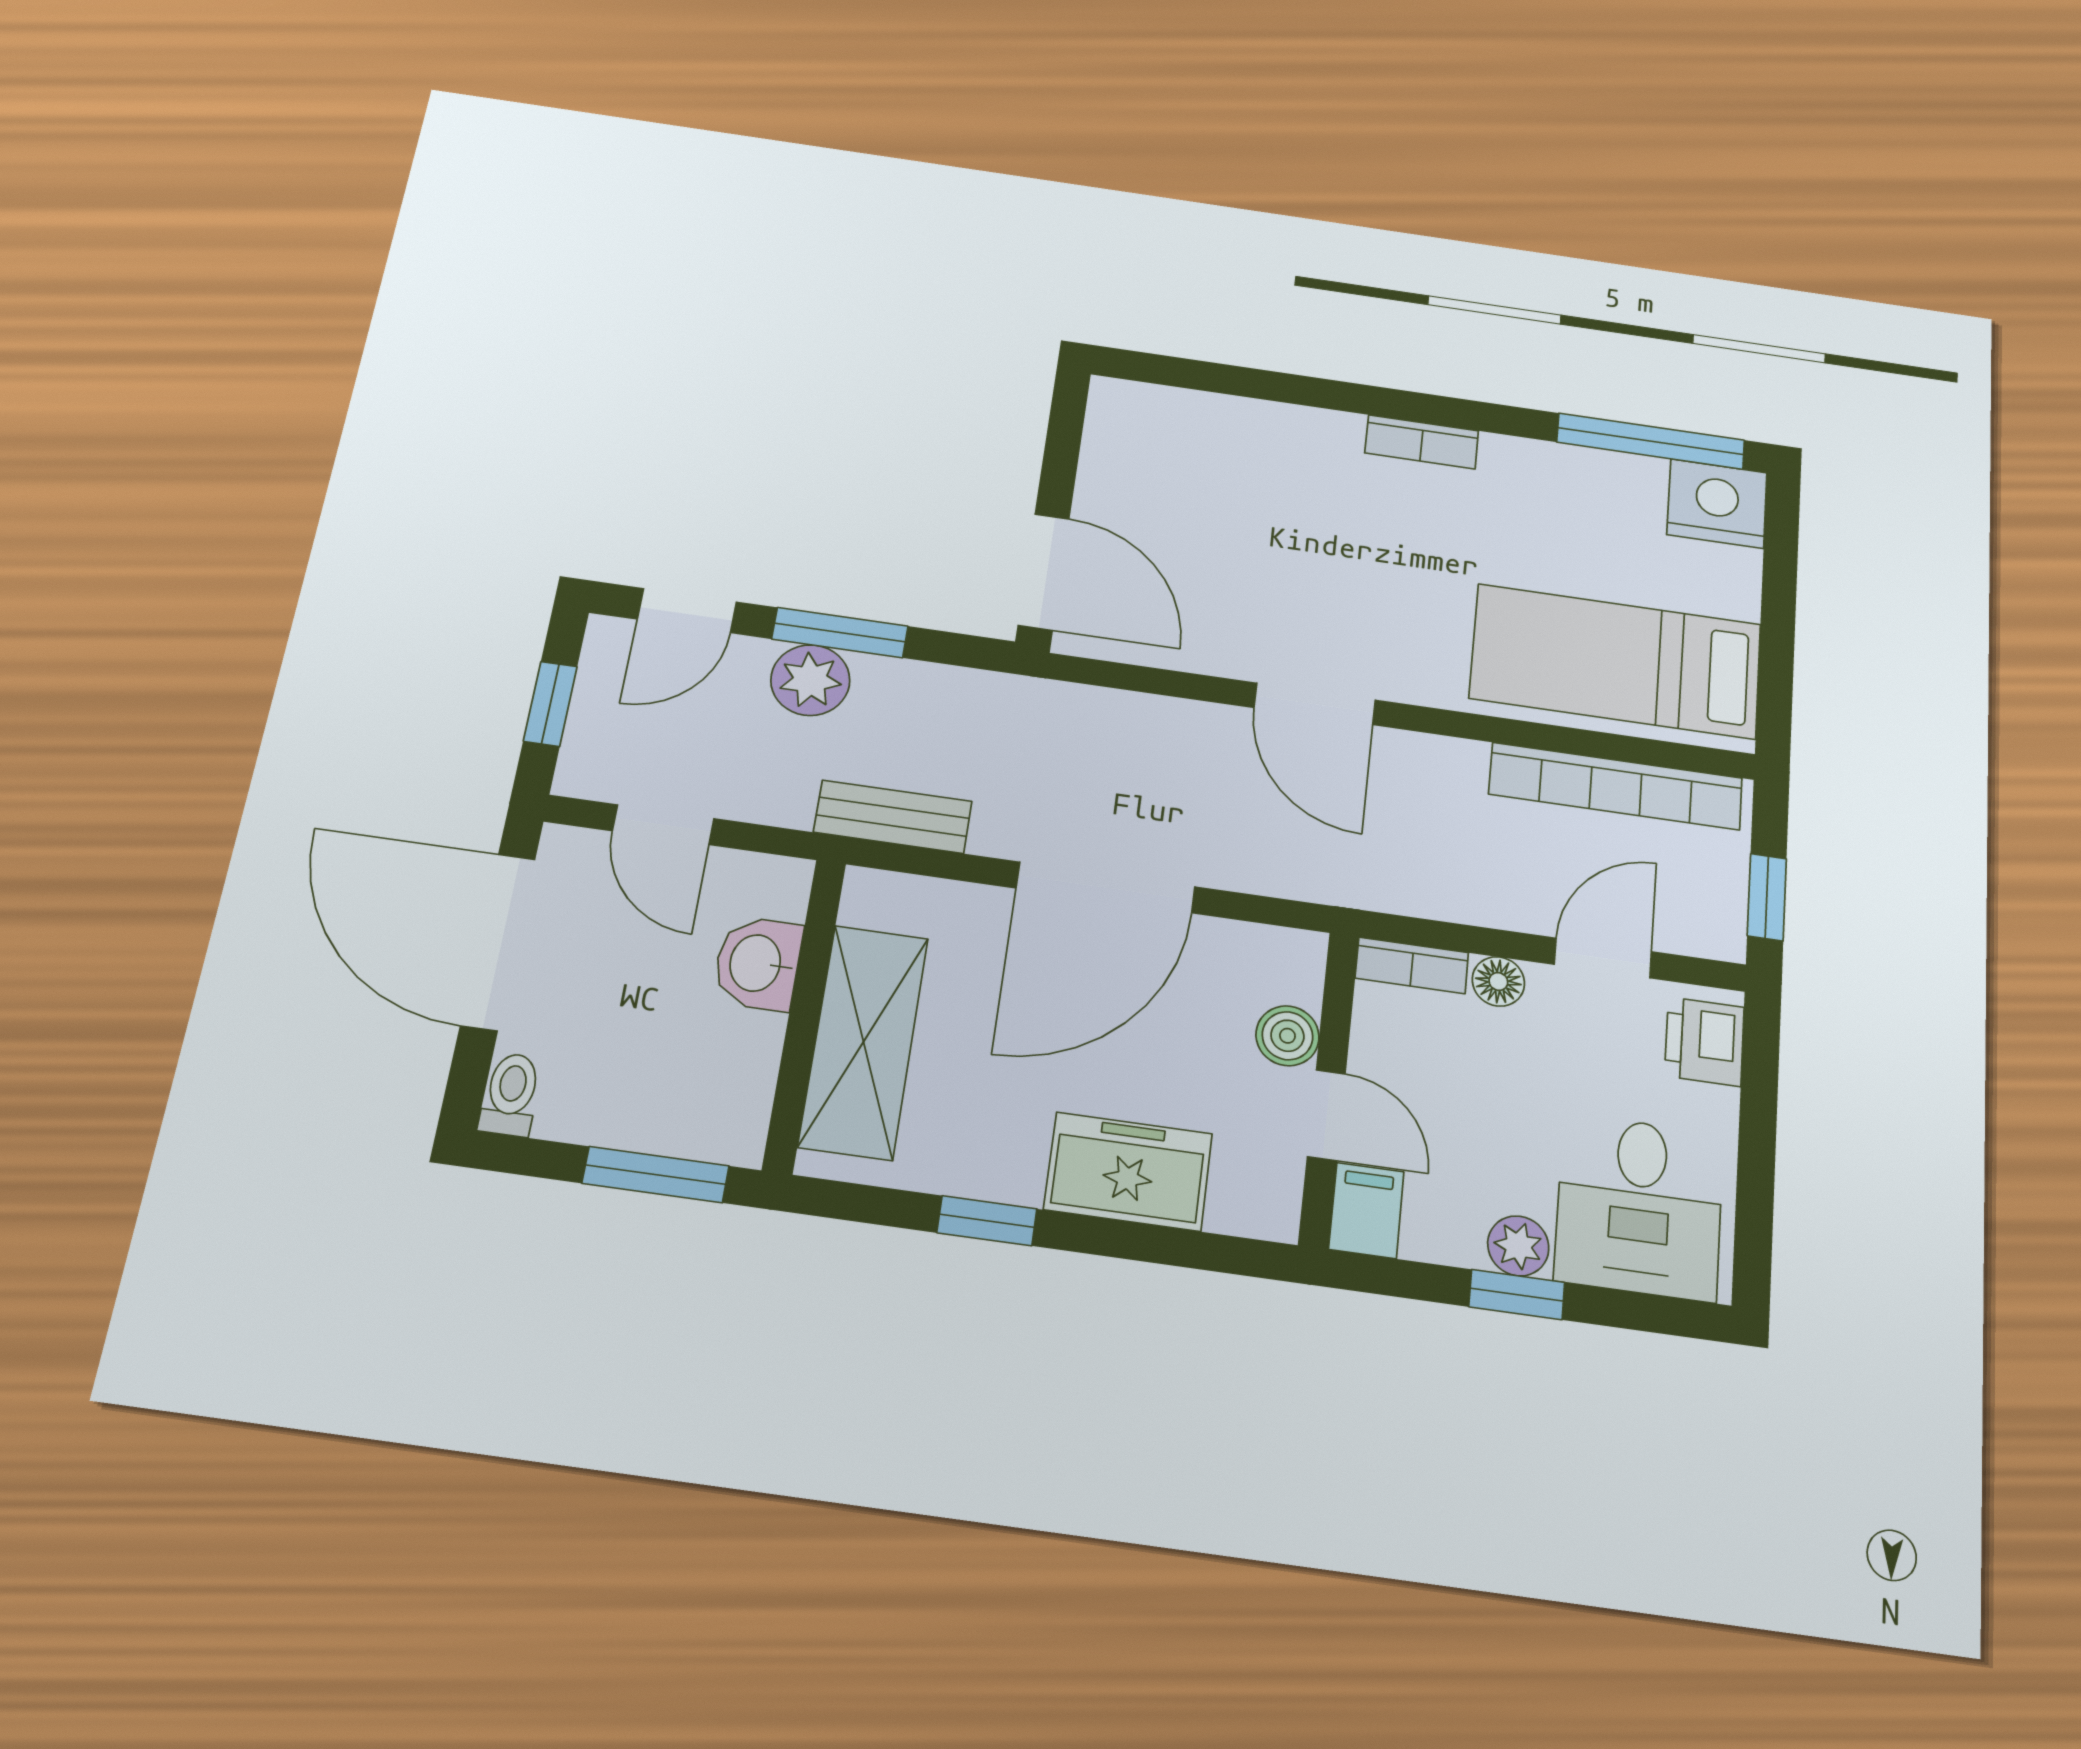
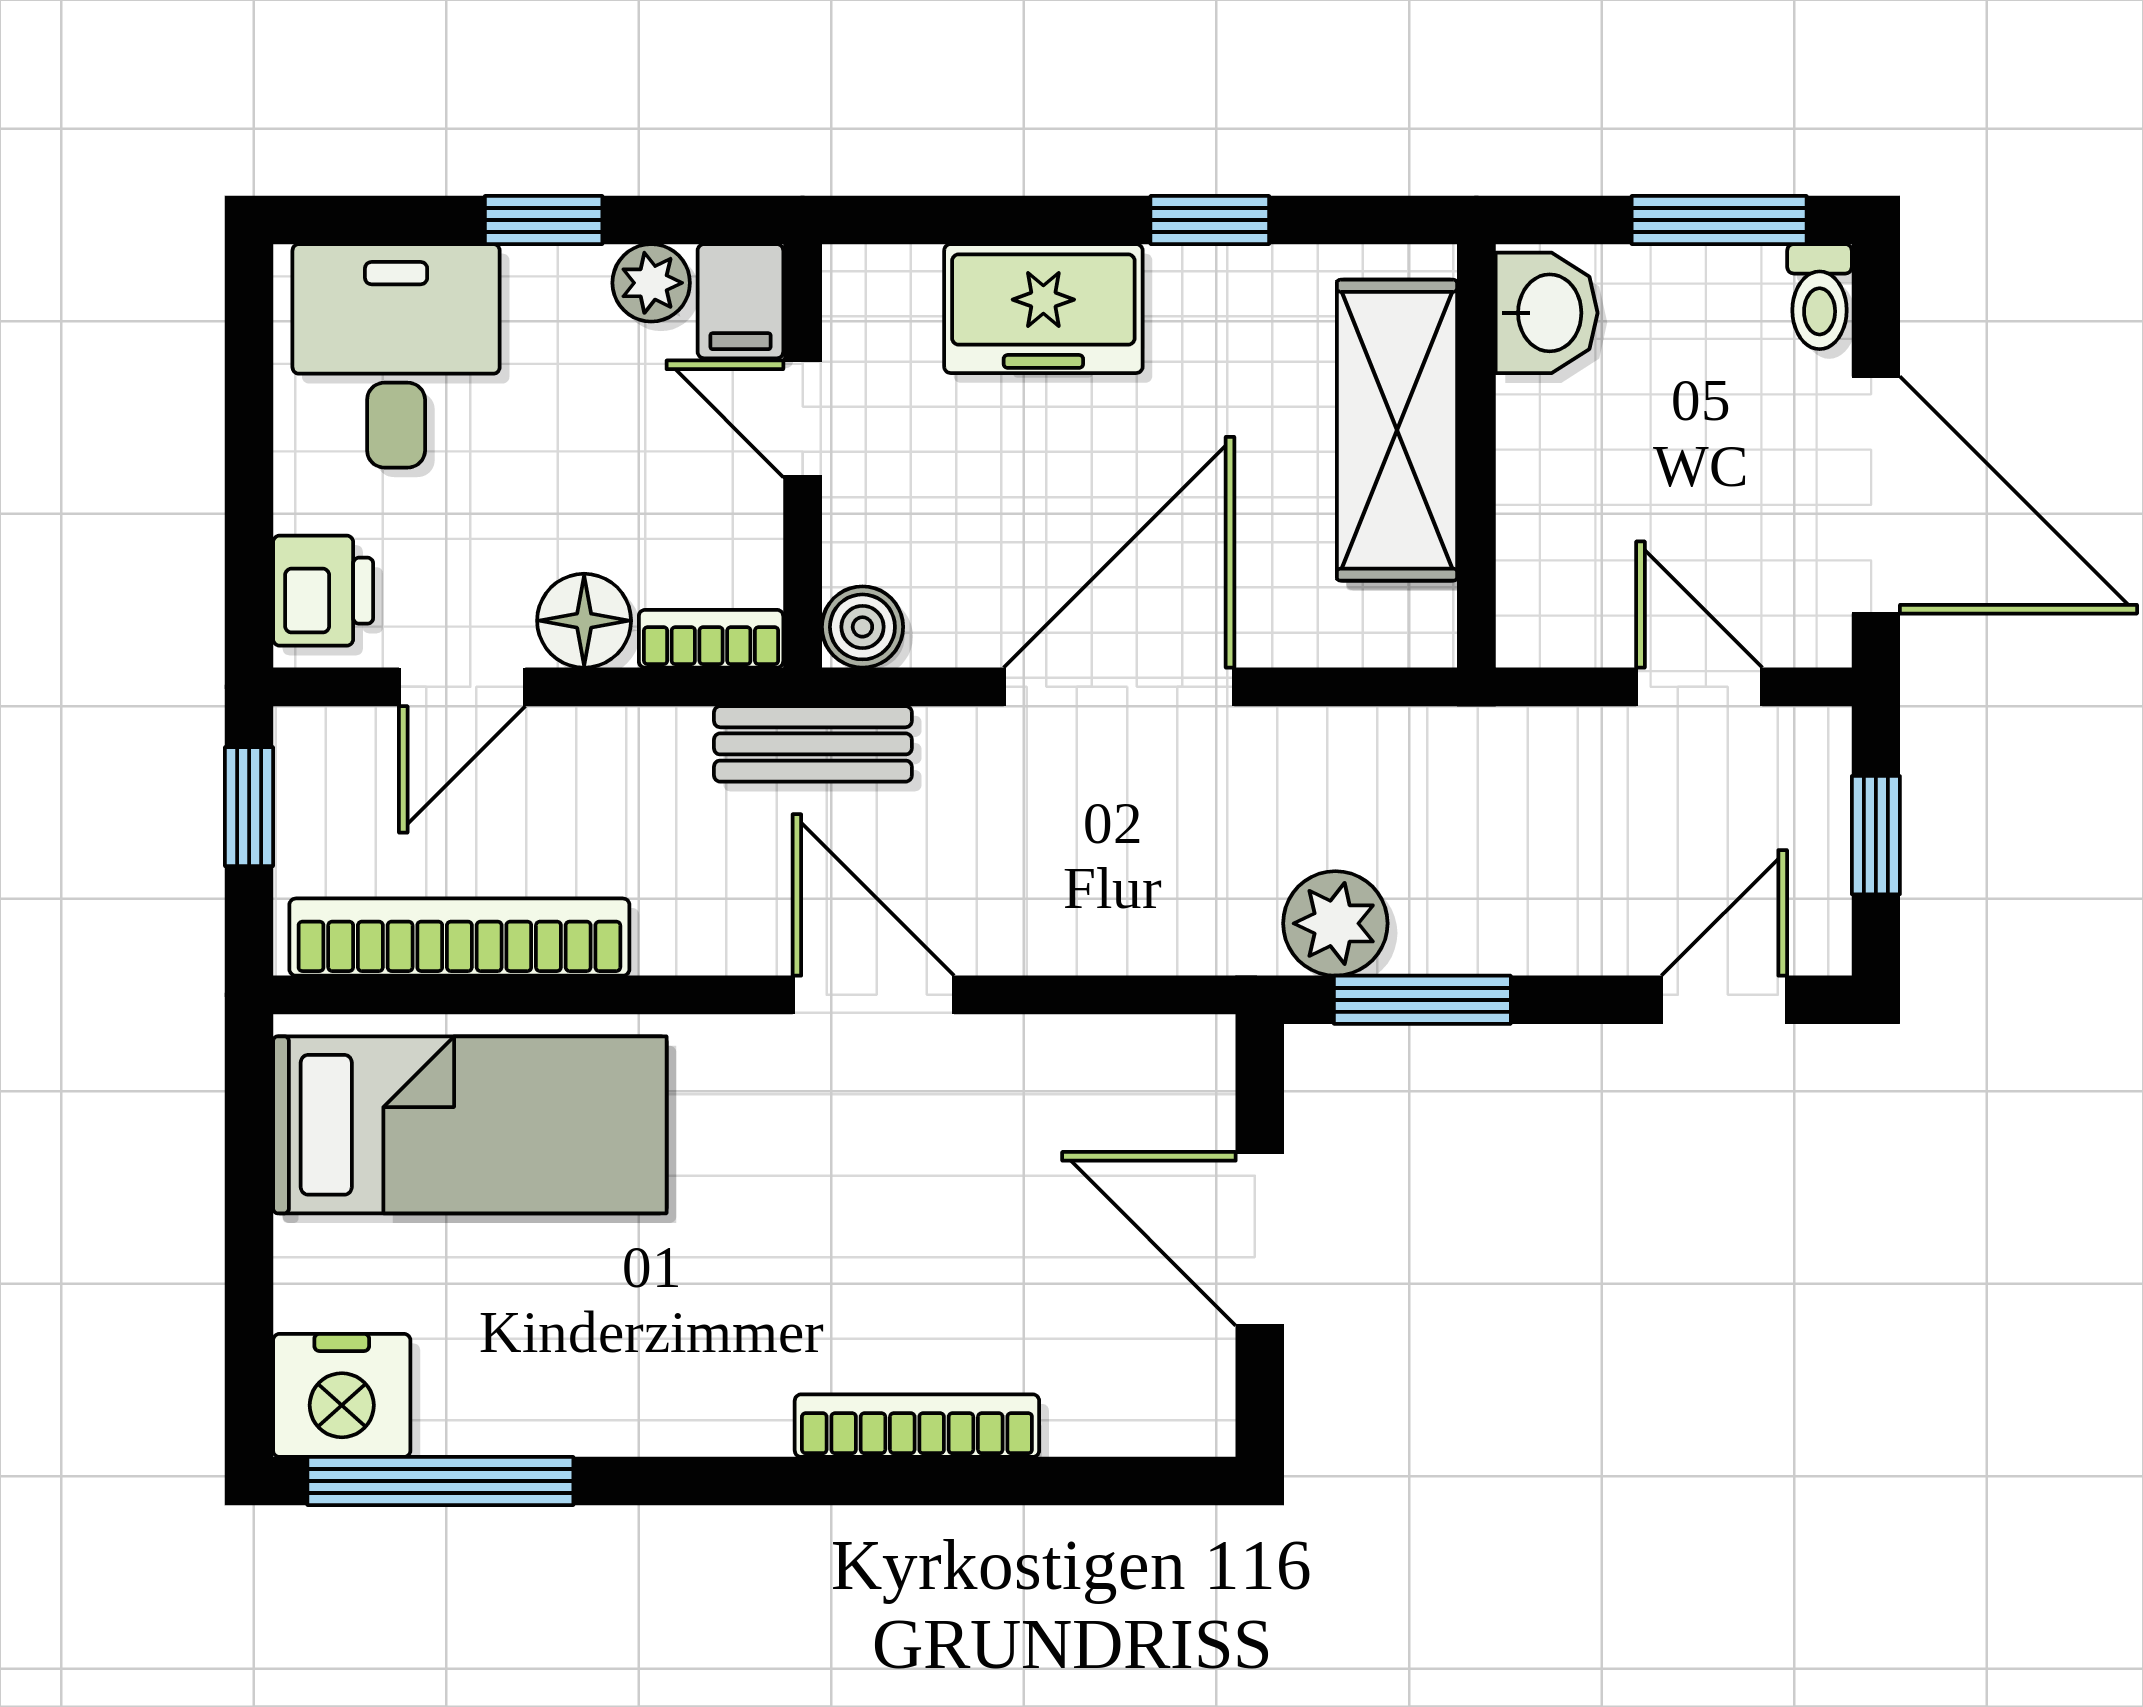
bookcase: (1422, 442) -> (917, 1426), moved, width x1.56
door: (1044, 572) -> (1260, 1239), moved
window: (840, 633) -> (1422, 1000), moved
plant: (810, 680) -> (1335, 923), moved
bench: (893, 817) -> (813, 744), moved
washbasin: (758, 963) -> (1547, 313), moved
floor lamp: (1498, 981) -> (584, 621), width x1.37, depth x1.37
boiler: (1287, 1036) -> (862, 627), moved
window: (656, 1175) -> (1719, 220), moved
plant: (1518, 1246) -> (651, 283), moved

